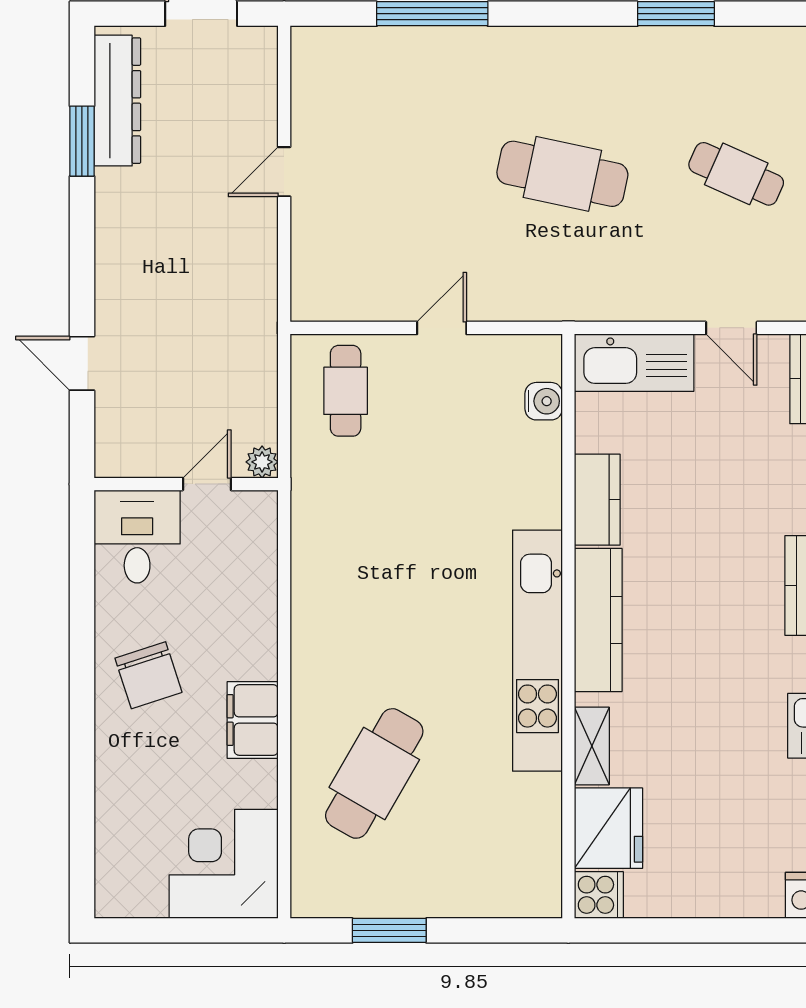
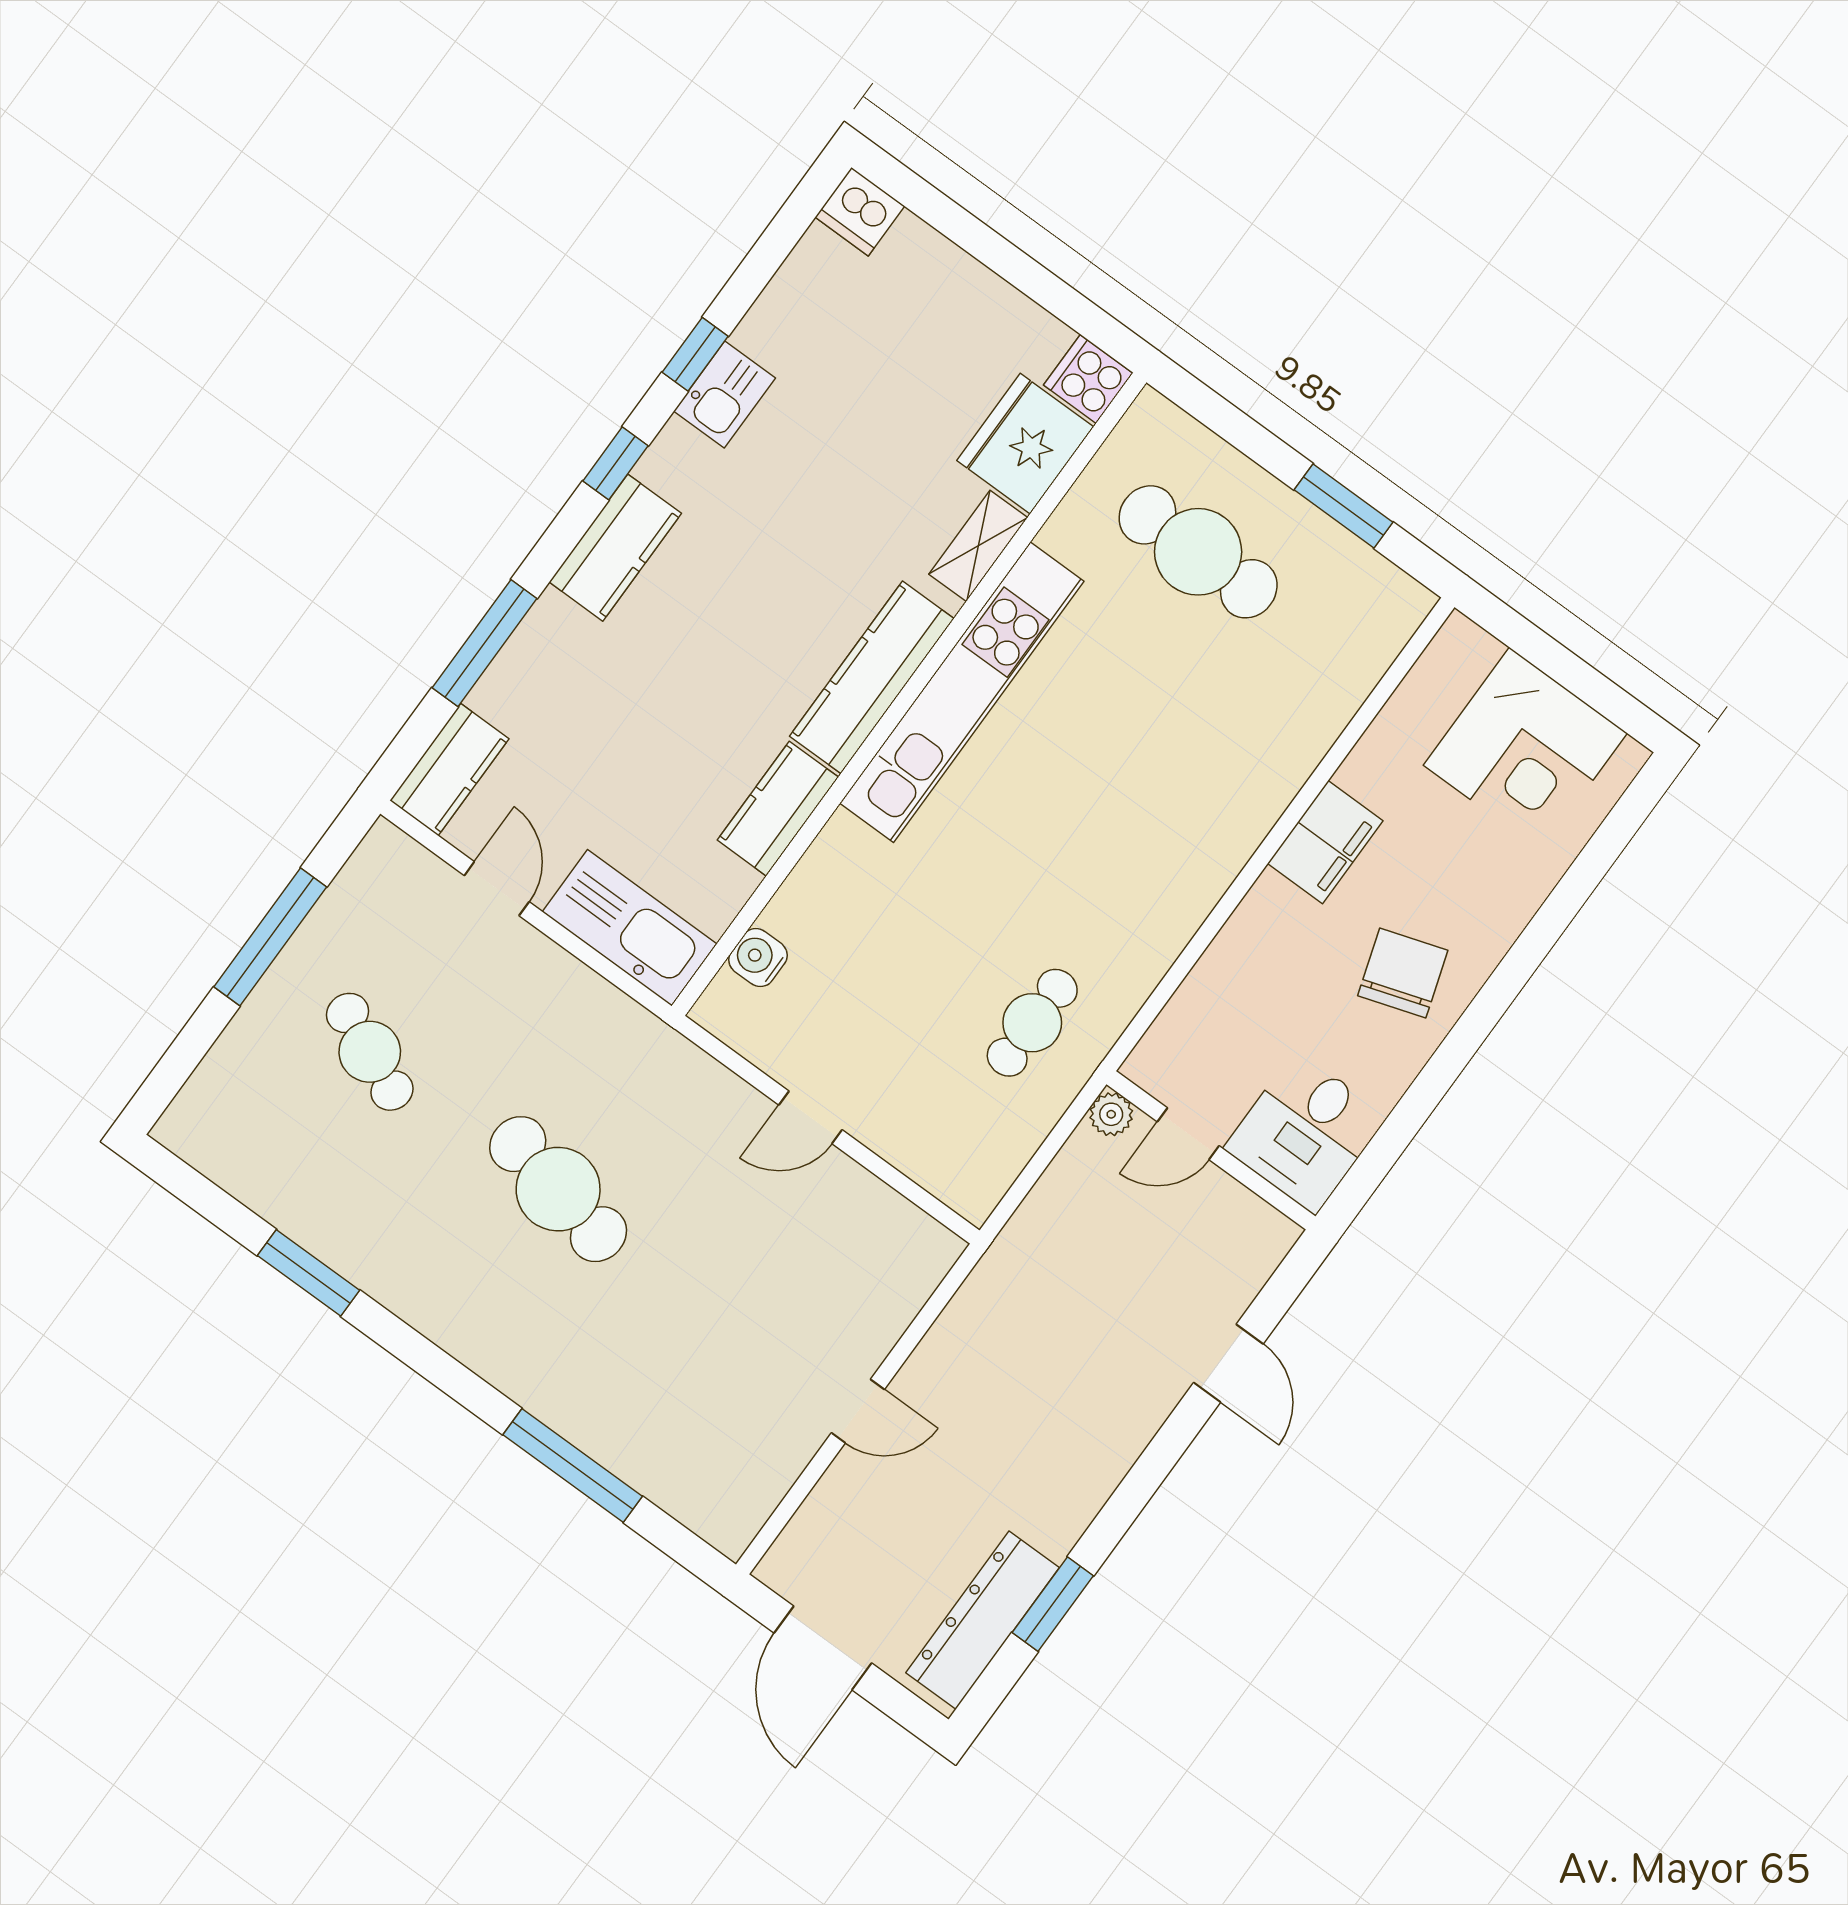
cafe table: (346, 391) -> (1032, 1023), moved
cafe table: (374, 773) -> (1198, 552), moved, turned 60
corner desk: (224, 864) -> (1525, 749), moved

